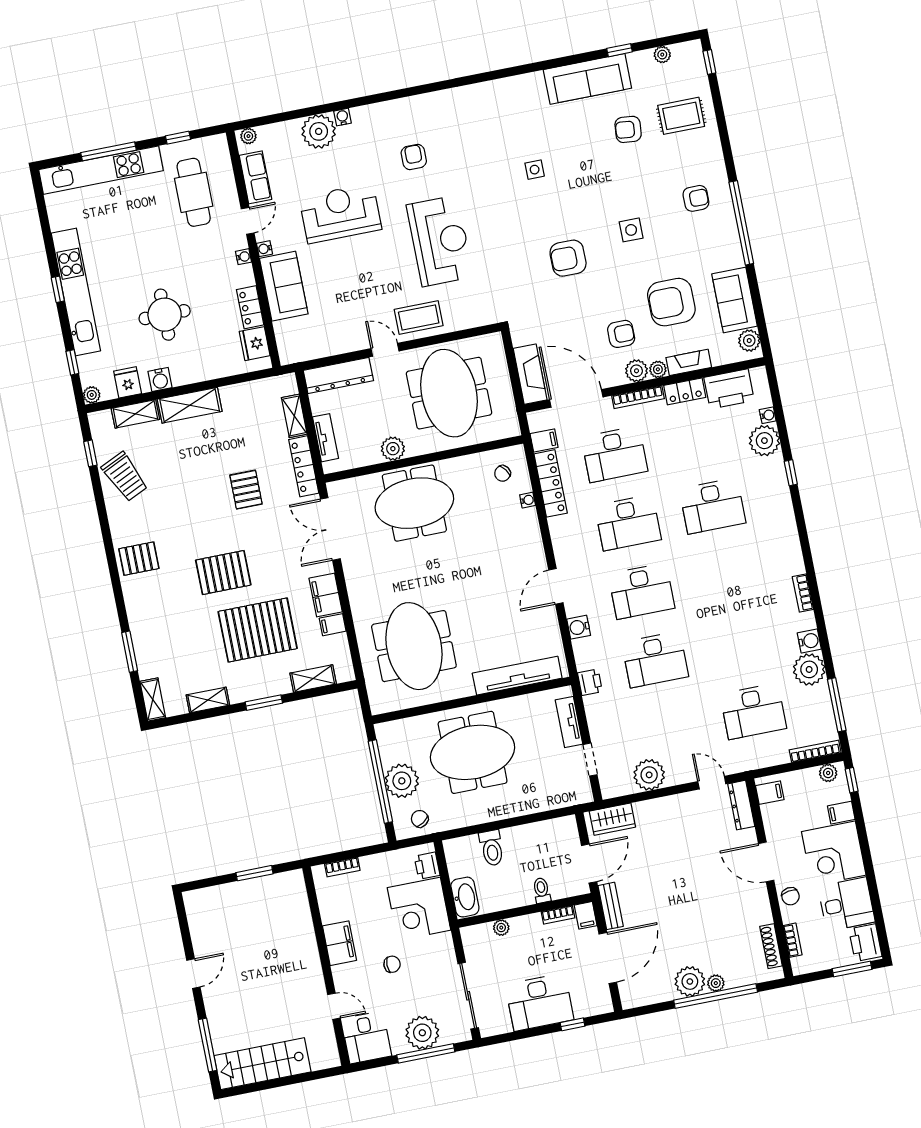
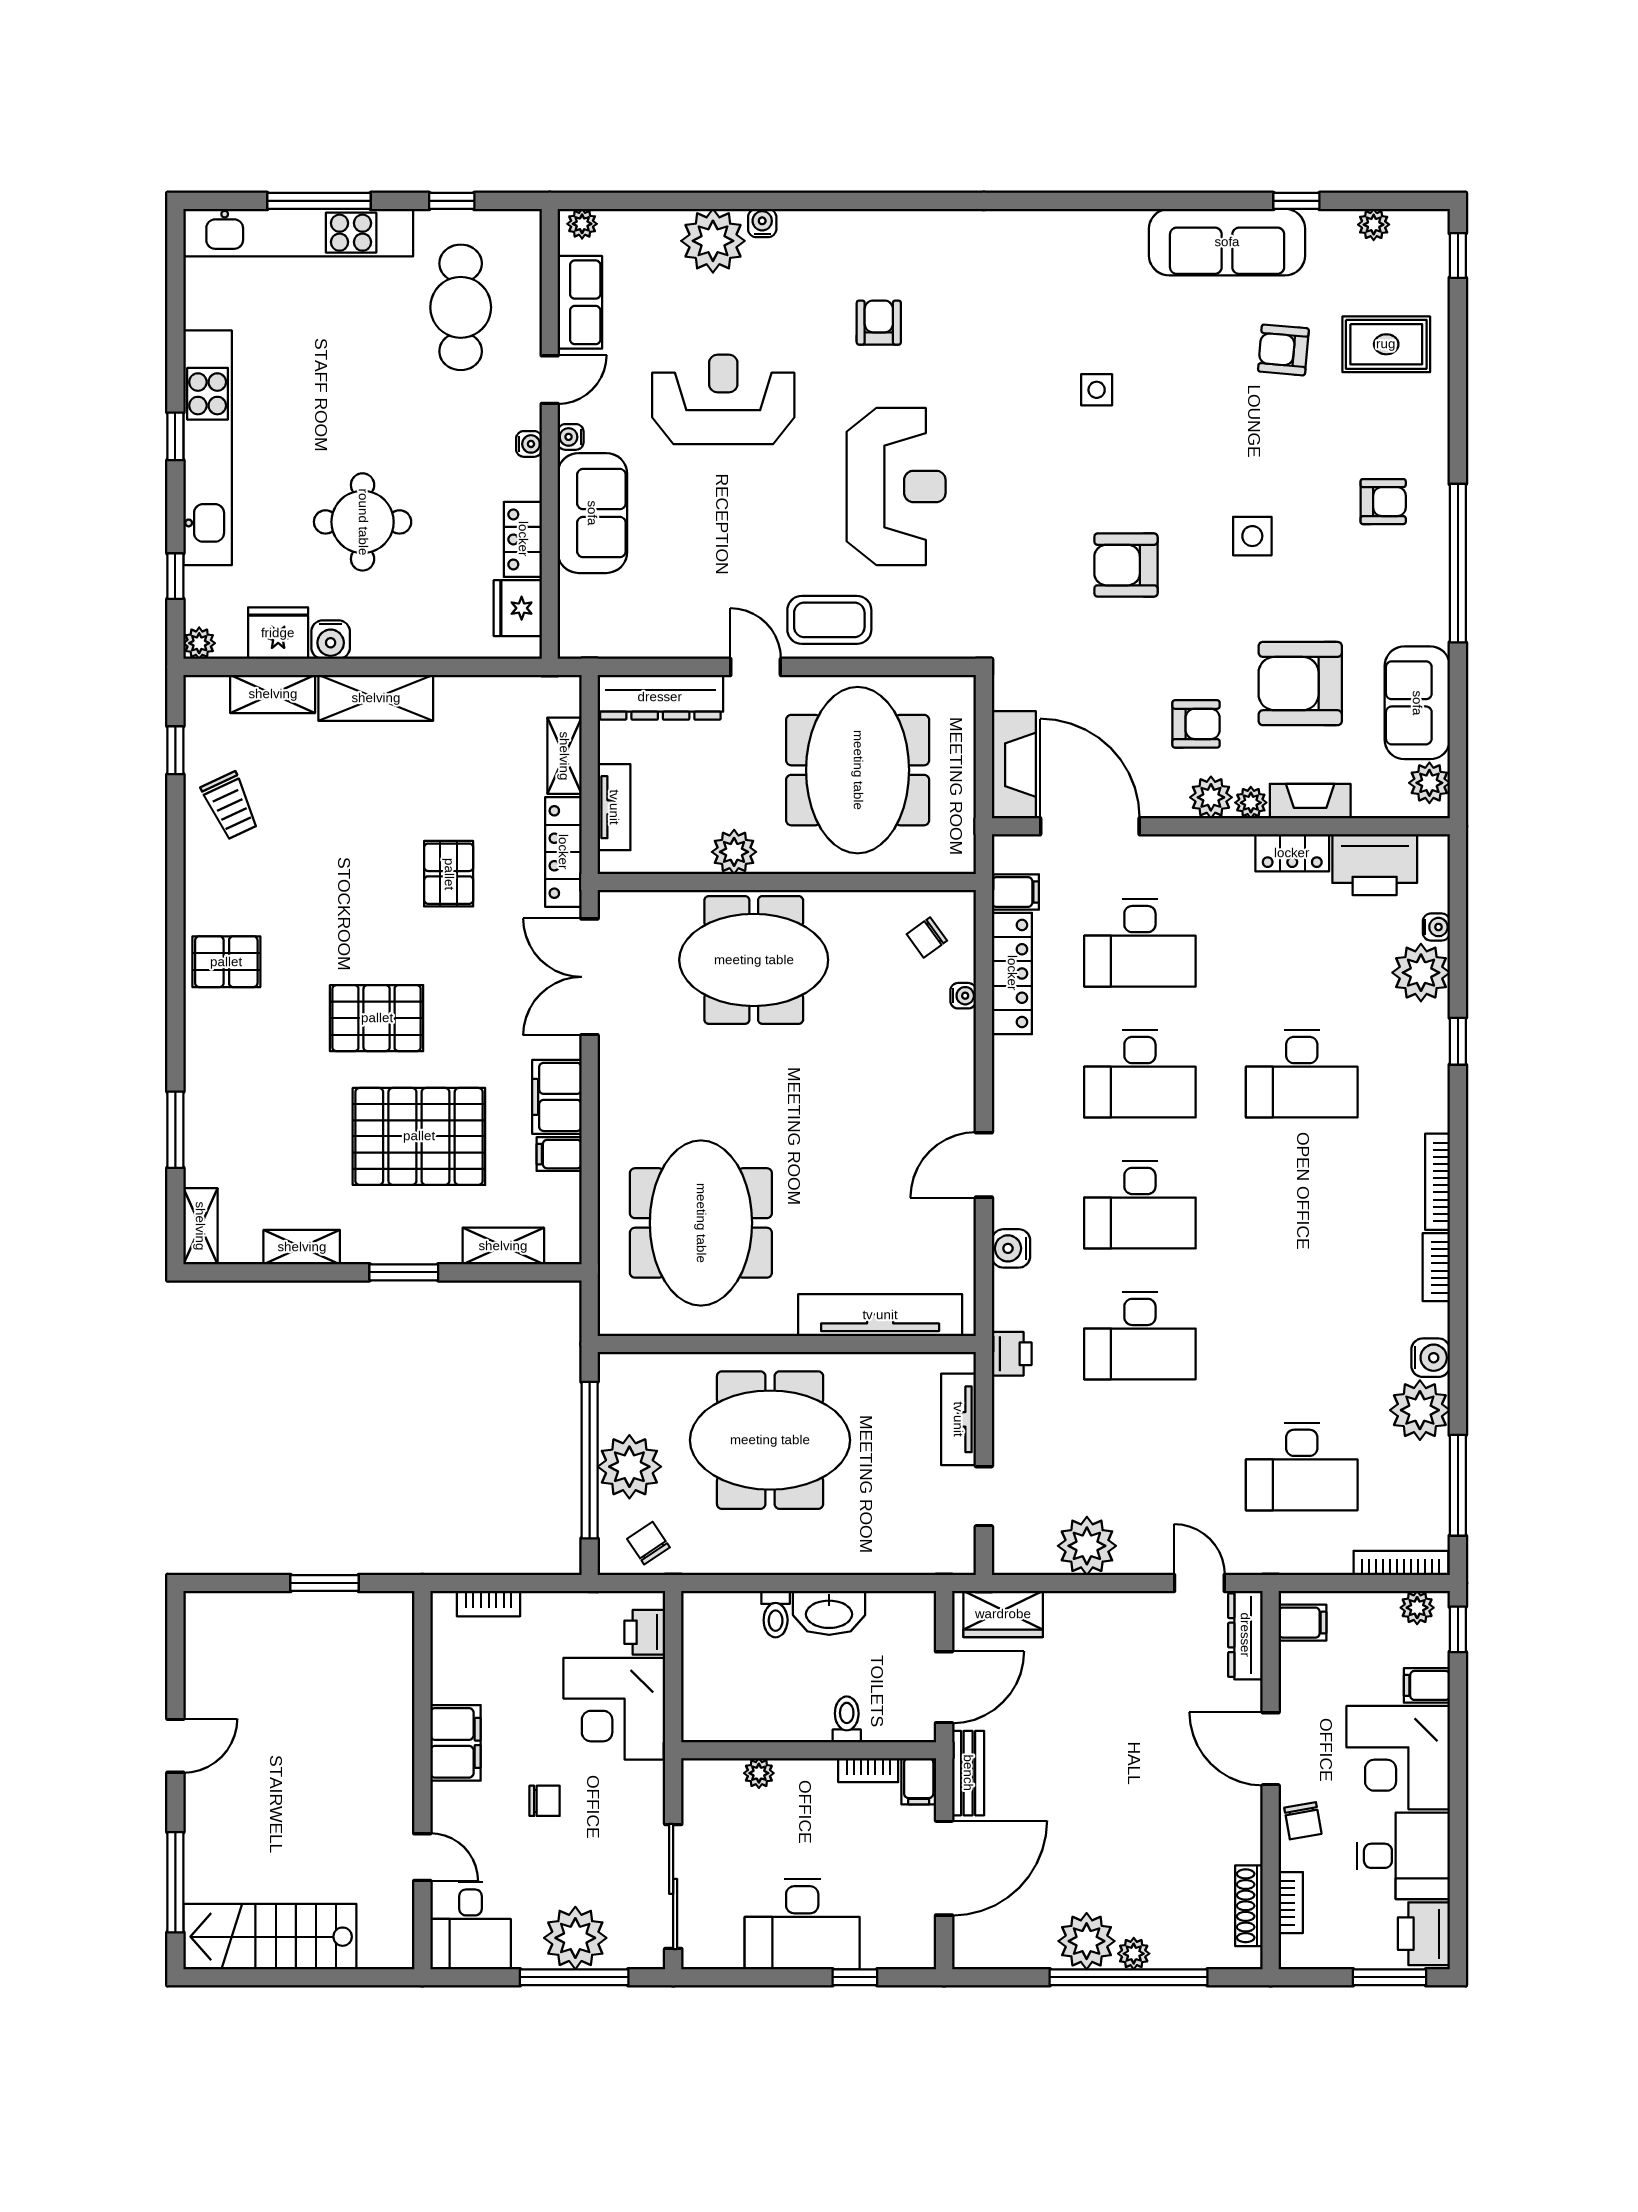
fridge: (128, 382) -> (278, 633), width x1.38
bookcase: (638, 397) -> (1438, 1182), moved, turned 90
trolley: (125, 477) -> (230, 806), width x0.73, depth x0.72
toilet: (492, 848) -> (776, 1614), width x0.73, depth x0.72
washbasin: (465, 897) -> (829, 1613), moved, turned 90

